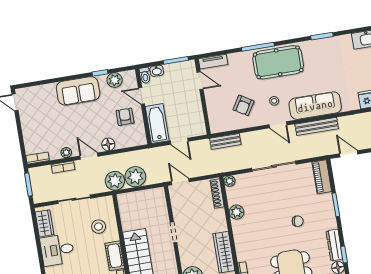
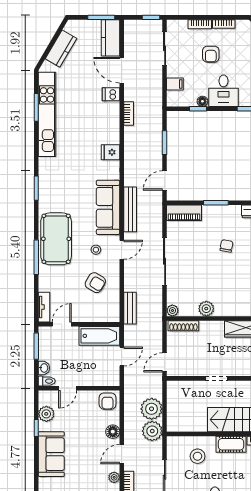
armchair: (125, 117) -> (108, 401), moved, turned -90
bathtub: (157, 124) -> (99, 336), moved, turned 180

